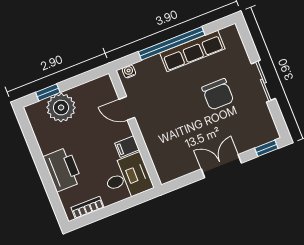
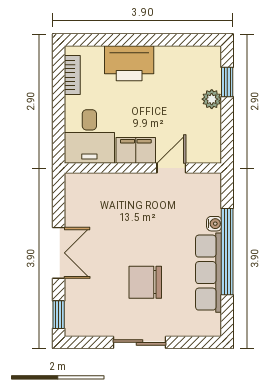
water cooler: (129, 71) -> (214, 224), moved
plant: (61, 108) -> (212, 99), width x0.53, depth x0.53
filing cabinet: (127, 147) -> (136, 150), width x2.00

